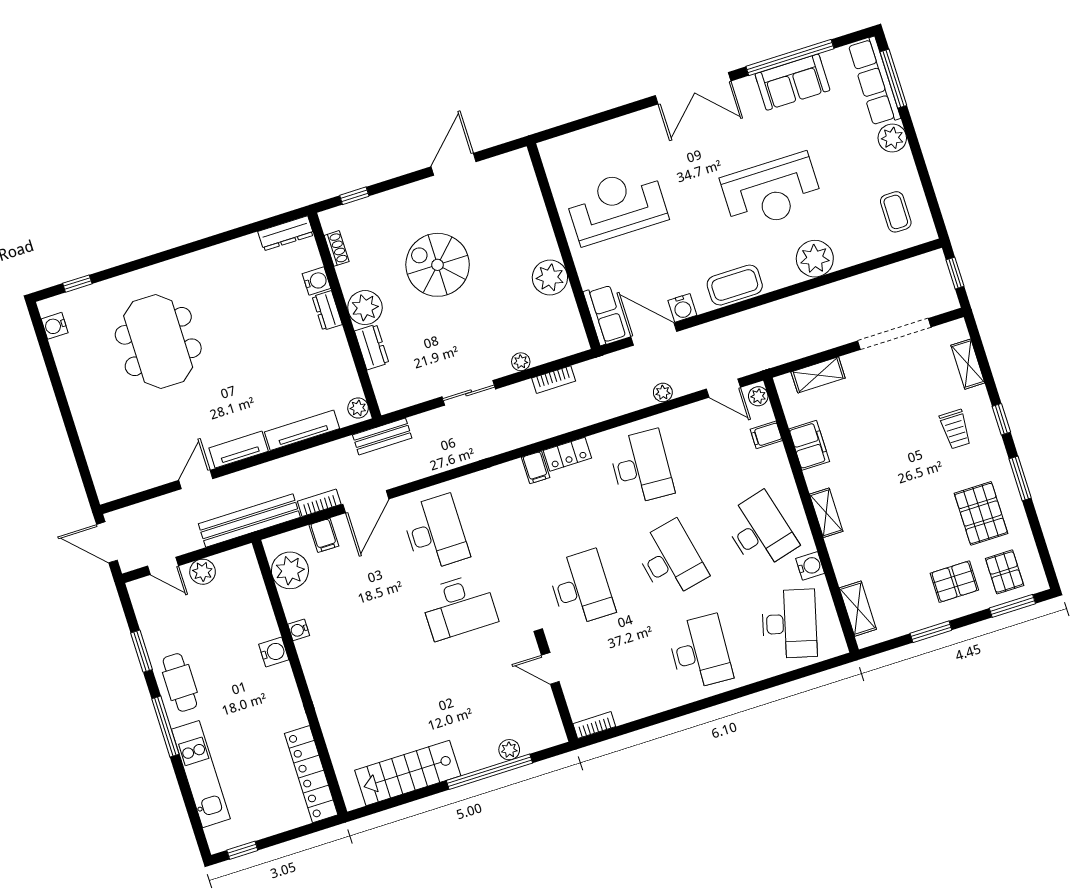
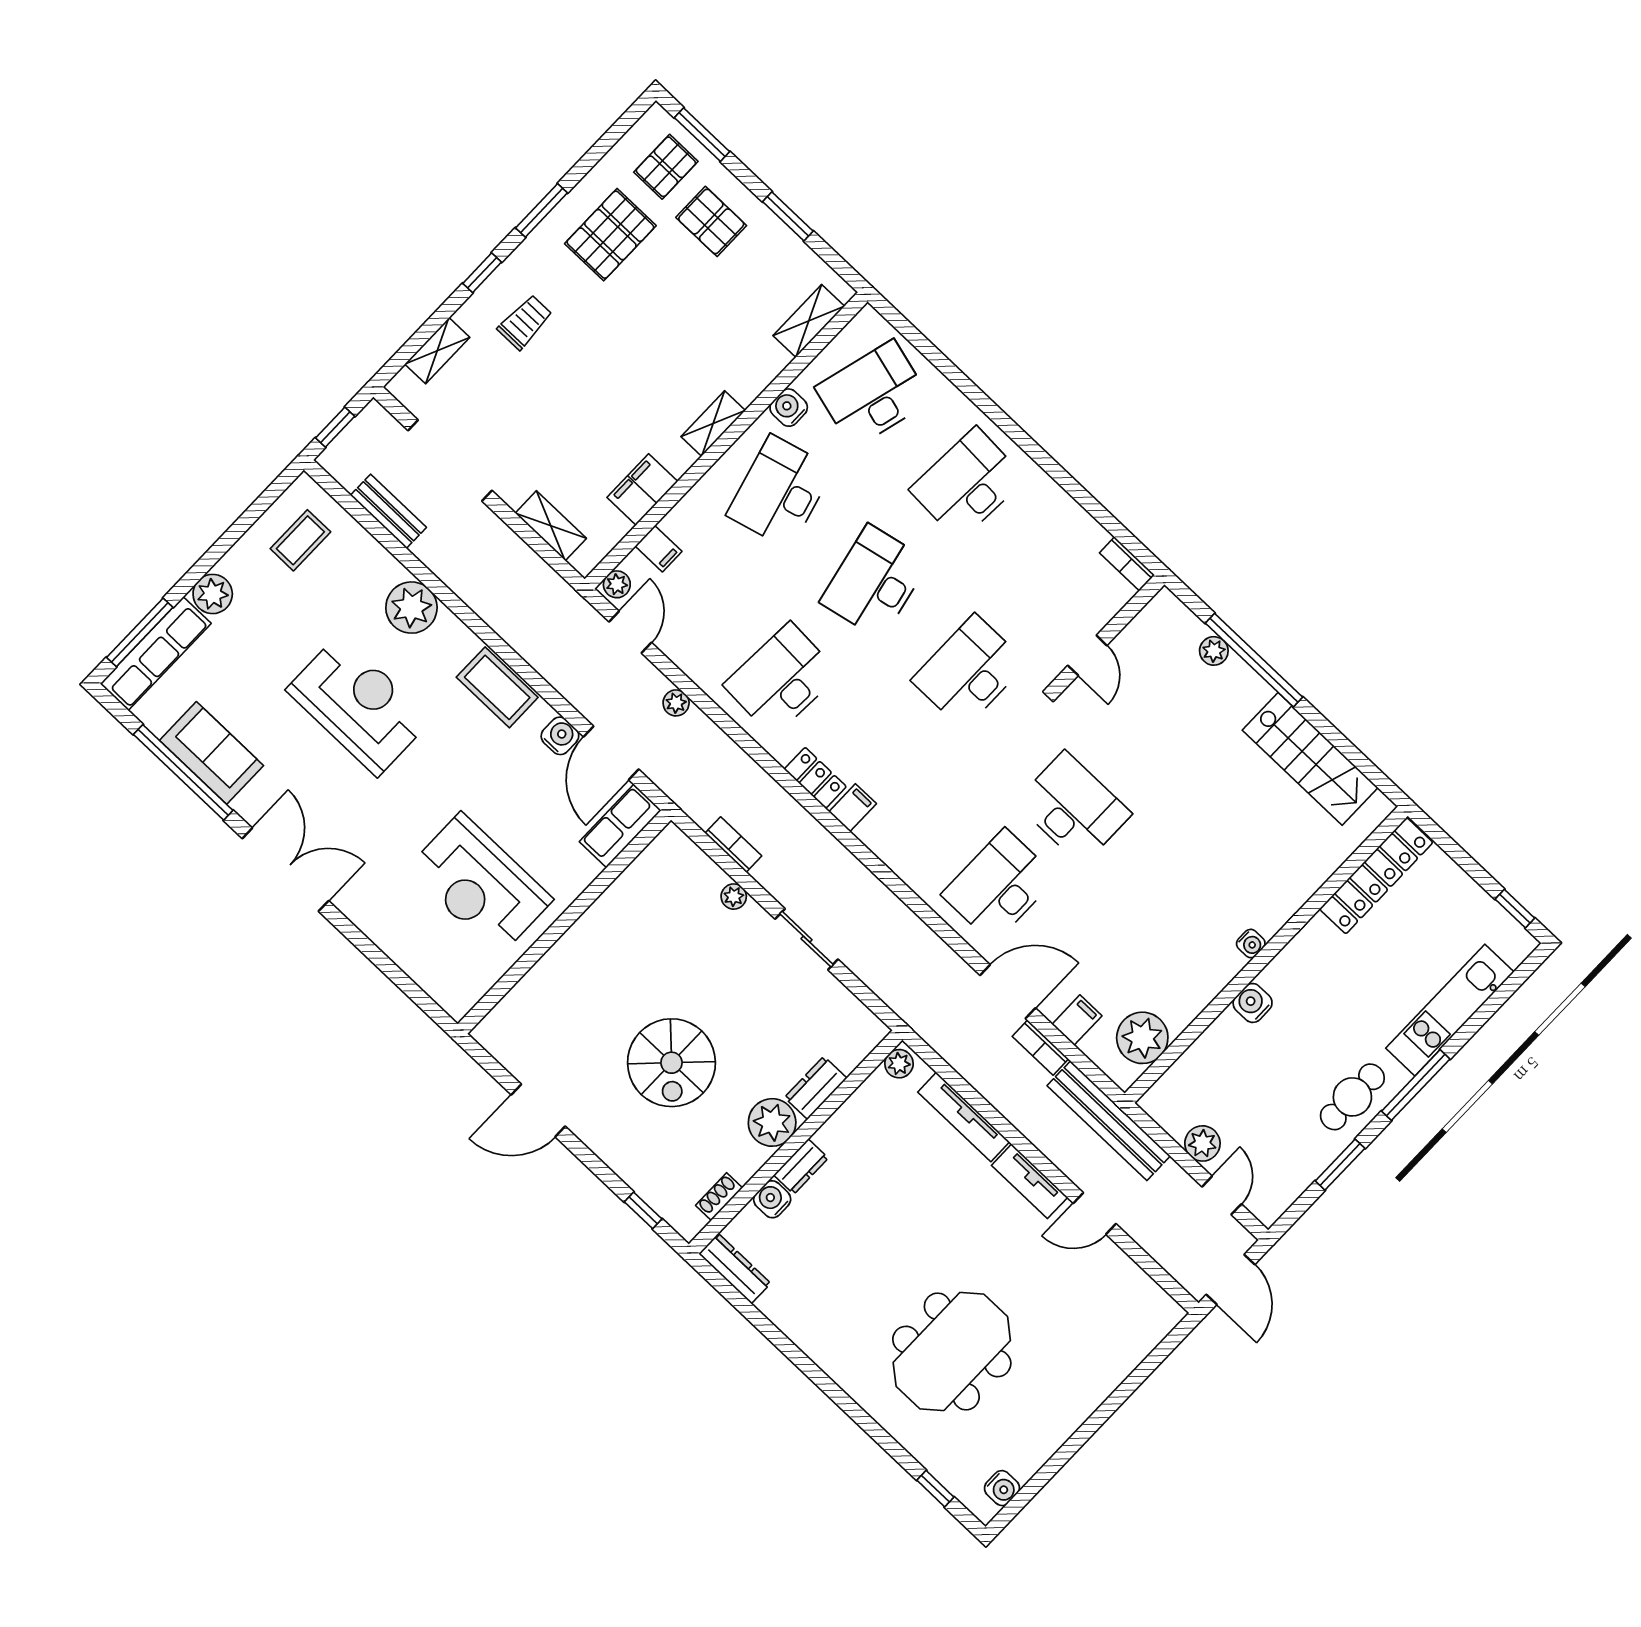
plant: (550, 278) -> (612, 917), removed
bench: (382, 436) -> (388, 511), moved
water cooler: (299, 630) -> (1251, 944), moved

